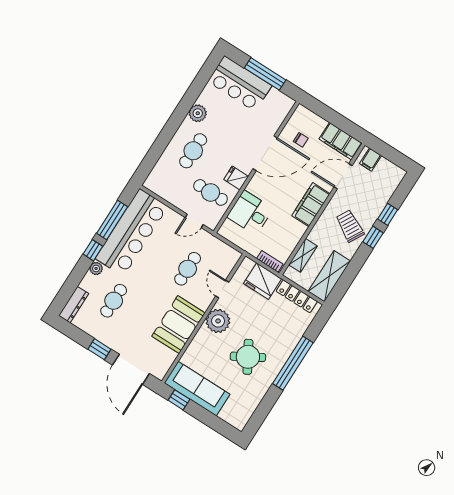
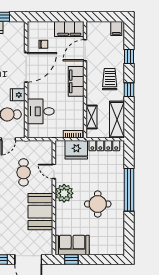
filing cabinet: (371, 160) -> (116, 28), moved
trolley: (350, 226) -> (110, 79), turned 61
window: (373, 237) -> (129, 90), moved
round table: (248, 357) -> (98, 204), turned 30
sofa: (197, 389) -> (72, 245), width x0.73

